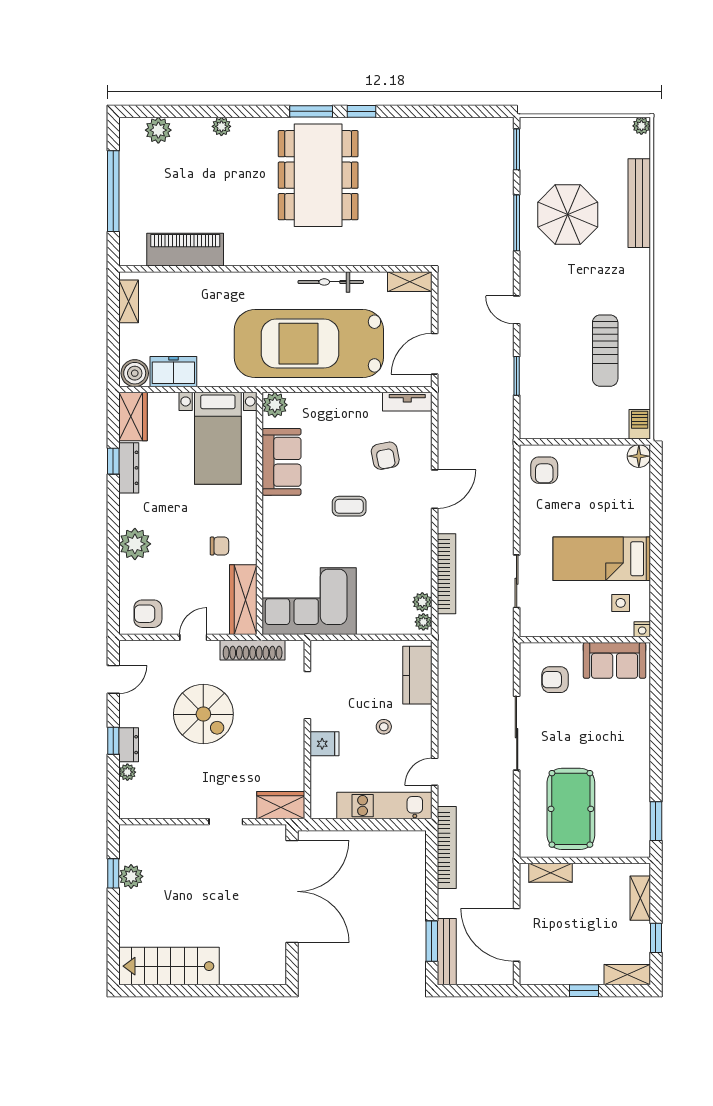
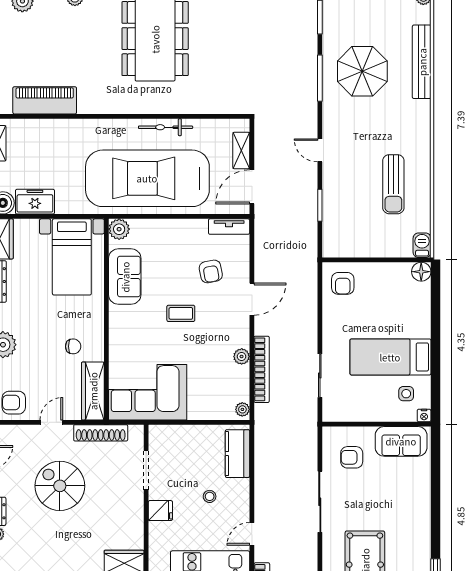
shelving: (410, 282) -> (241, 151), moved, turned 90
plant: (422, 602) -> (242, 356), moved
spiral stairs: (203, 714) -> (60, 486), turned 180

